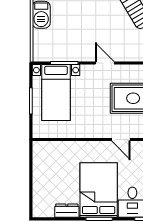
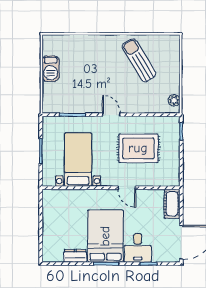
bed with nightstands: (56, 92) -> (78, 160), moved, turned 180

